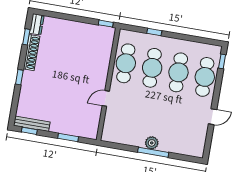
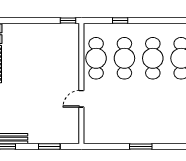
plant: (152, 143) -> (138, 137), removed
window: (153, 152) -> (141, 146), width x0.69

